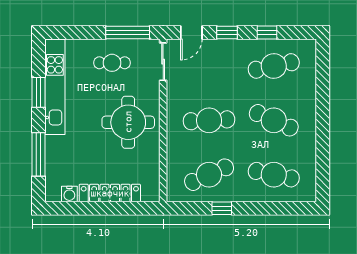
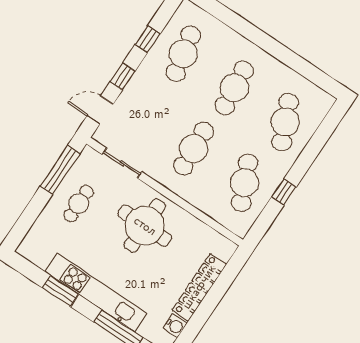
door: (191, 32) -> (100, 110), swing flipped
sliding door: (163, 62) -> (122, 163), moved
kitchen unit: (55, 87) -> (96, 293), moved
cafe table: (274, 120) -> (234, 88), turned -30
cafe table: (274, 175) -> (285, 122), turned -36

